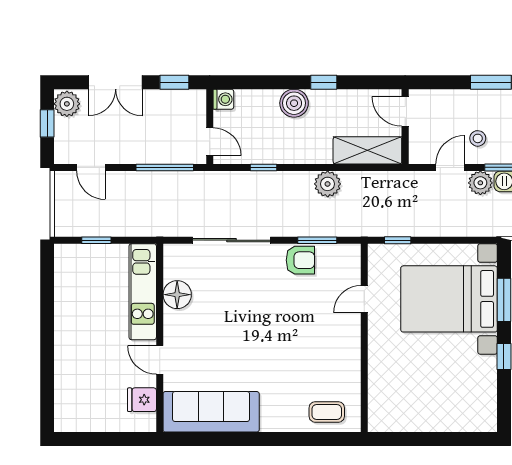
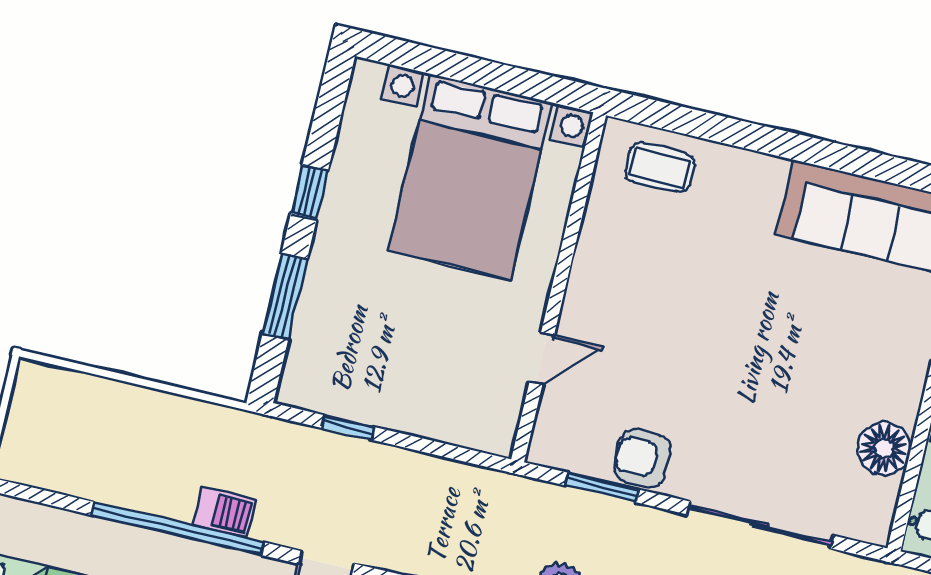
plant: (480, 183) -> (277, 522), removed
window: (398, 240) -> (347, 427), moved
bed with nightstands: (449, 299) -> (470, 177), moved, turned 90

